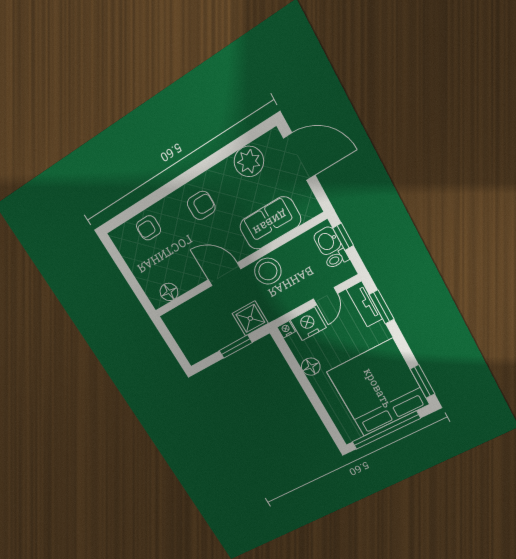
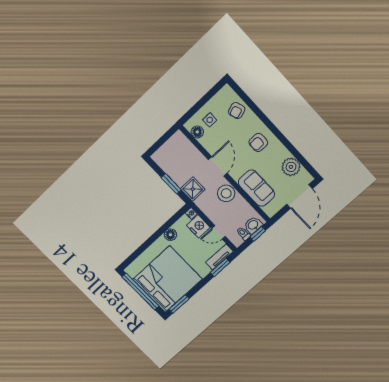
armchair: (201, 205) -> (258, 142), turned 90
armchair: (149, 228) -> (237, 111), turned -109
side table: (155, 270) -> (210, 120), added

